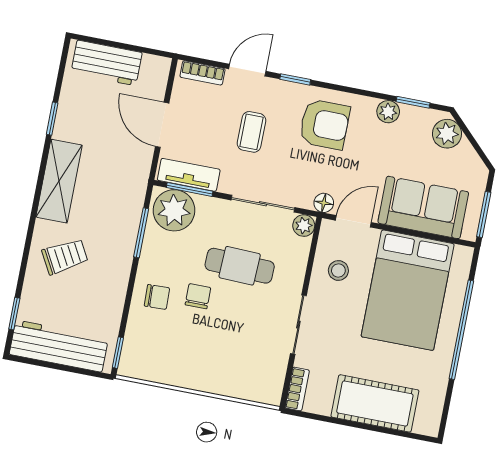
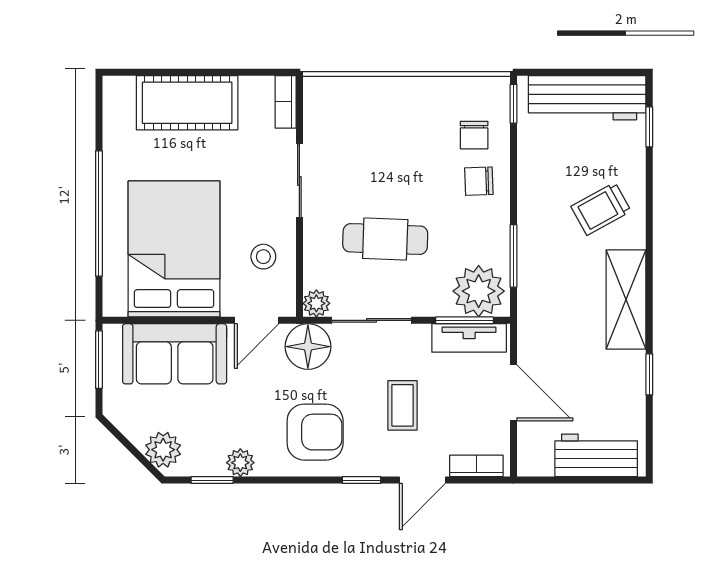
armchair: (324, 124) -> (315, 432), turned 180
floor lamp: (324, 203) -> (308, 347), width x1.89, depth x1.89
chair: (198, 296) -> (474, 135), moved

